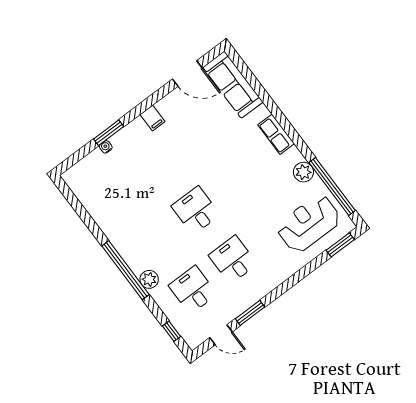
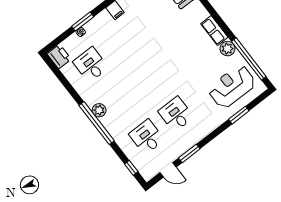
row of seats: (276, 134) -> (214, 31), moved
printer: (76, 180) -> (59, 57), added
desk: (196, 210) -> (91, 65), moved
window: (340, 245) -> (239, 115), moved
plant: (149, 279) -> (99, 110), moved

